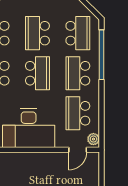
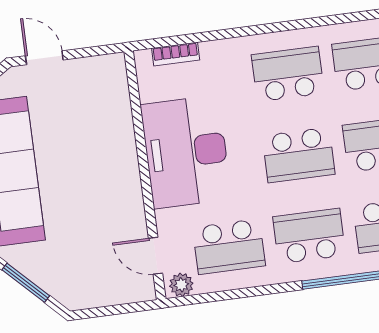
school desk: (78, 113) -> (229, 247), turned 180

